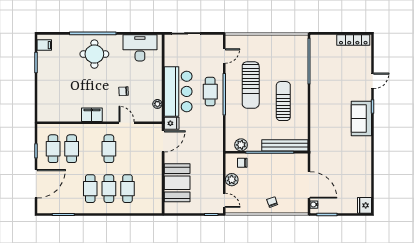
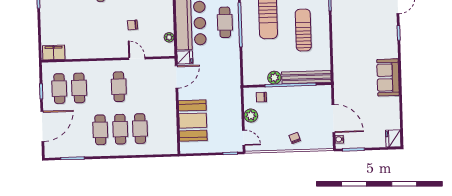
filing cabinet: (92, 115) -> (54, 52), moved
sofa: (361, 118) -> (388, 77), moved
plant: (241, 145) -> (274, 78), moved

